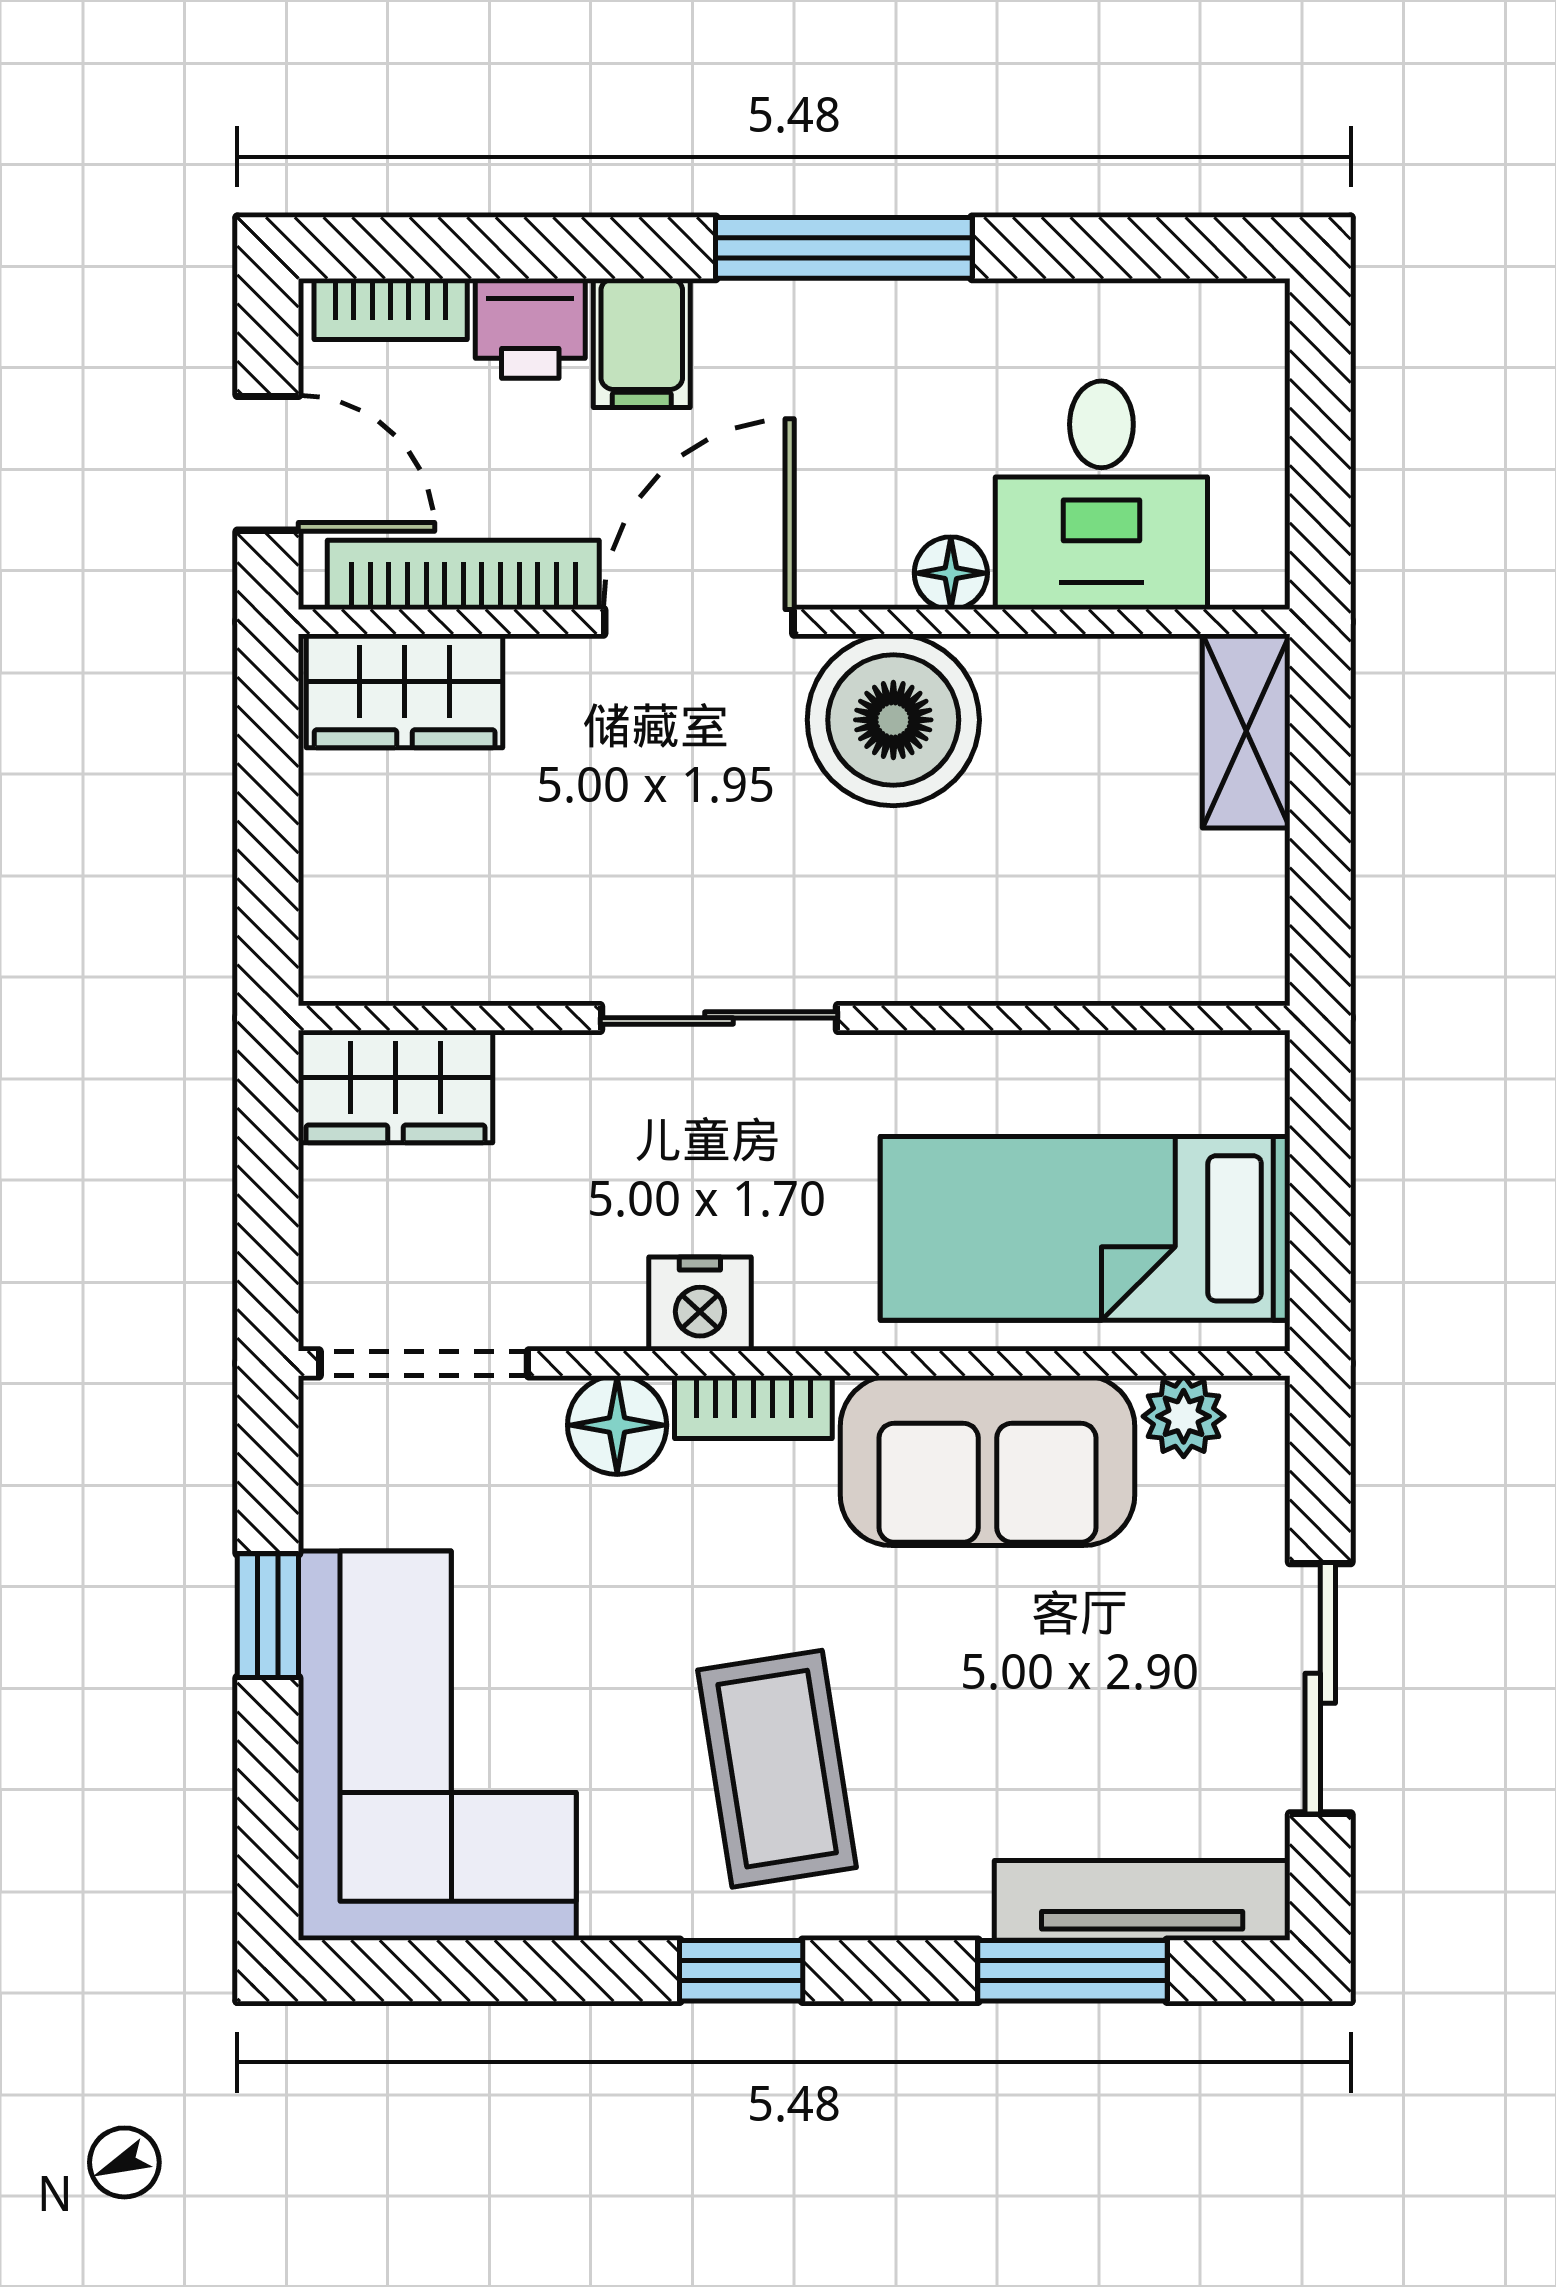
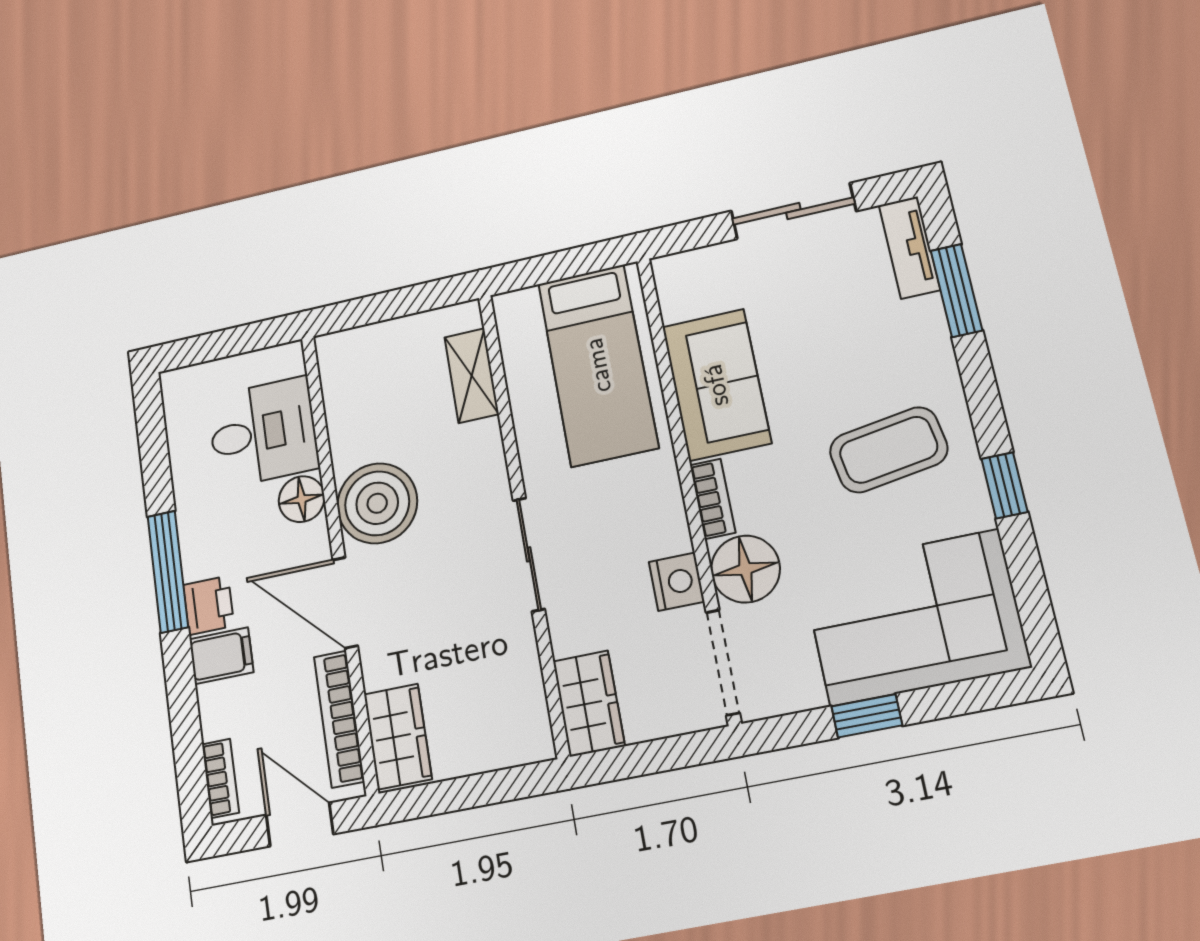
printer: (530, 328) -> (209, 605), moved
door: (268, 463) -> (300, 824), hinge flipped
floor lamp: (951, 573) -> (302, 499), width x1.37, depth x1.37
shelving: (1246, 731) -> (472, 375), moved, turned 90
nightstand: (700, 1304) -> (677, 582), moved
plant: (1184, 1416) -> (677, 301), removed
floor lamp: (617, 1425) -> (745, 569), width x1.38, depth x1.38
tv unit: (1142, 1900) -> (909, 247), width x0.71
window: (741, 1971) -> (1005, 485), moved

